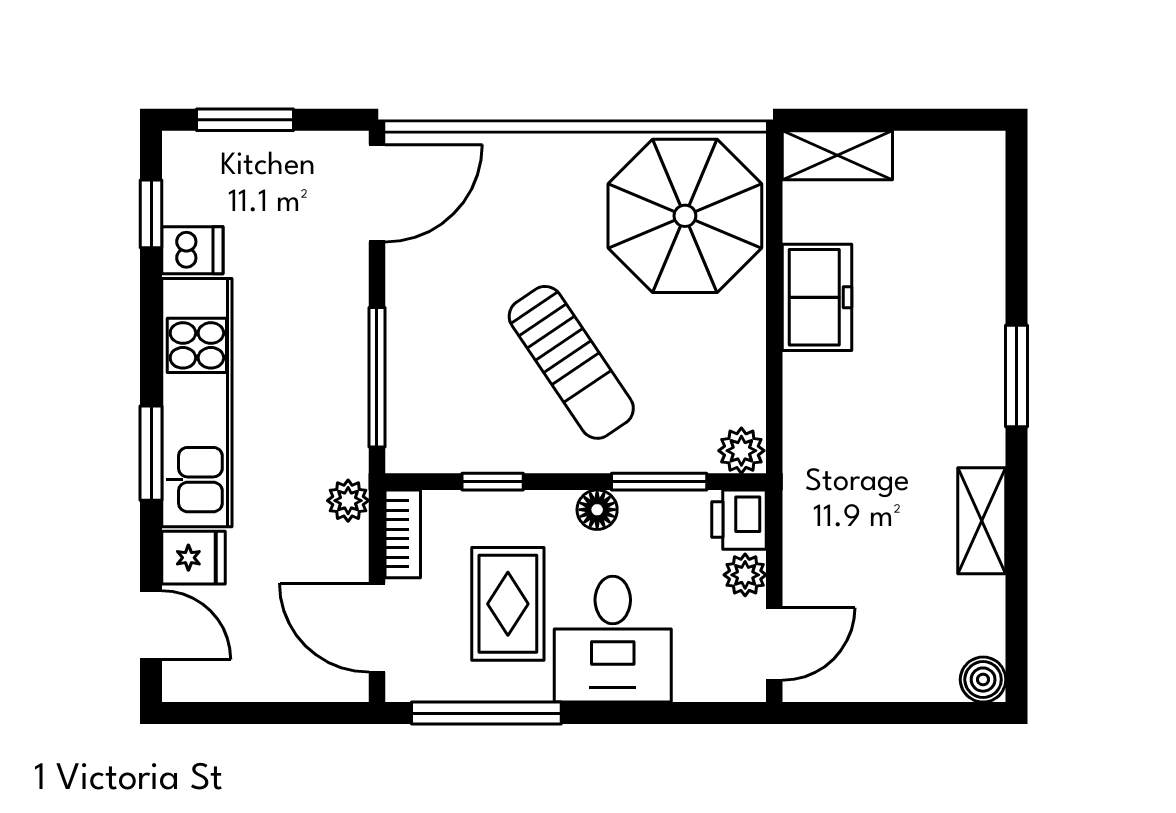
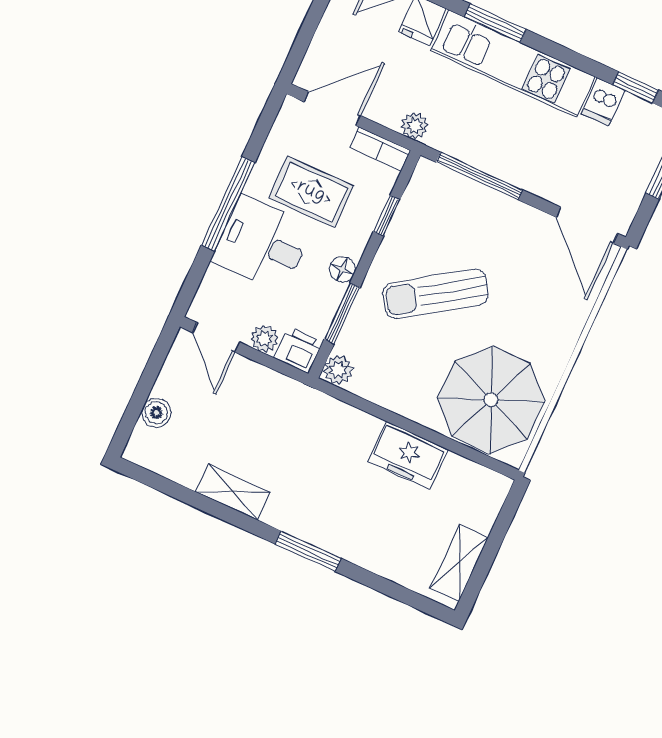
shelving: (837, 155) -> (459, 563), moved
boiler: (983, 680) -> (156, 413), moved
window: (486, 713) -> (228, 204), moved

